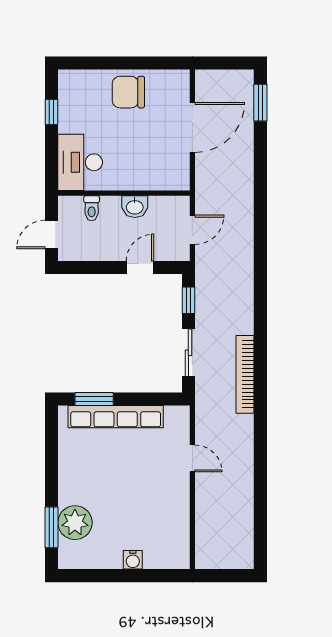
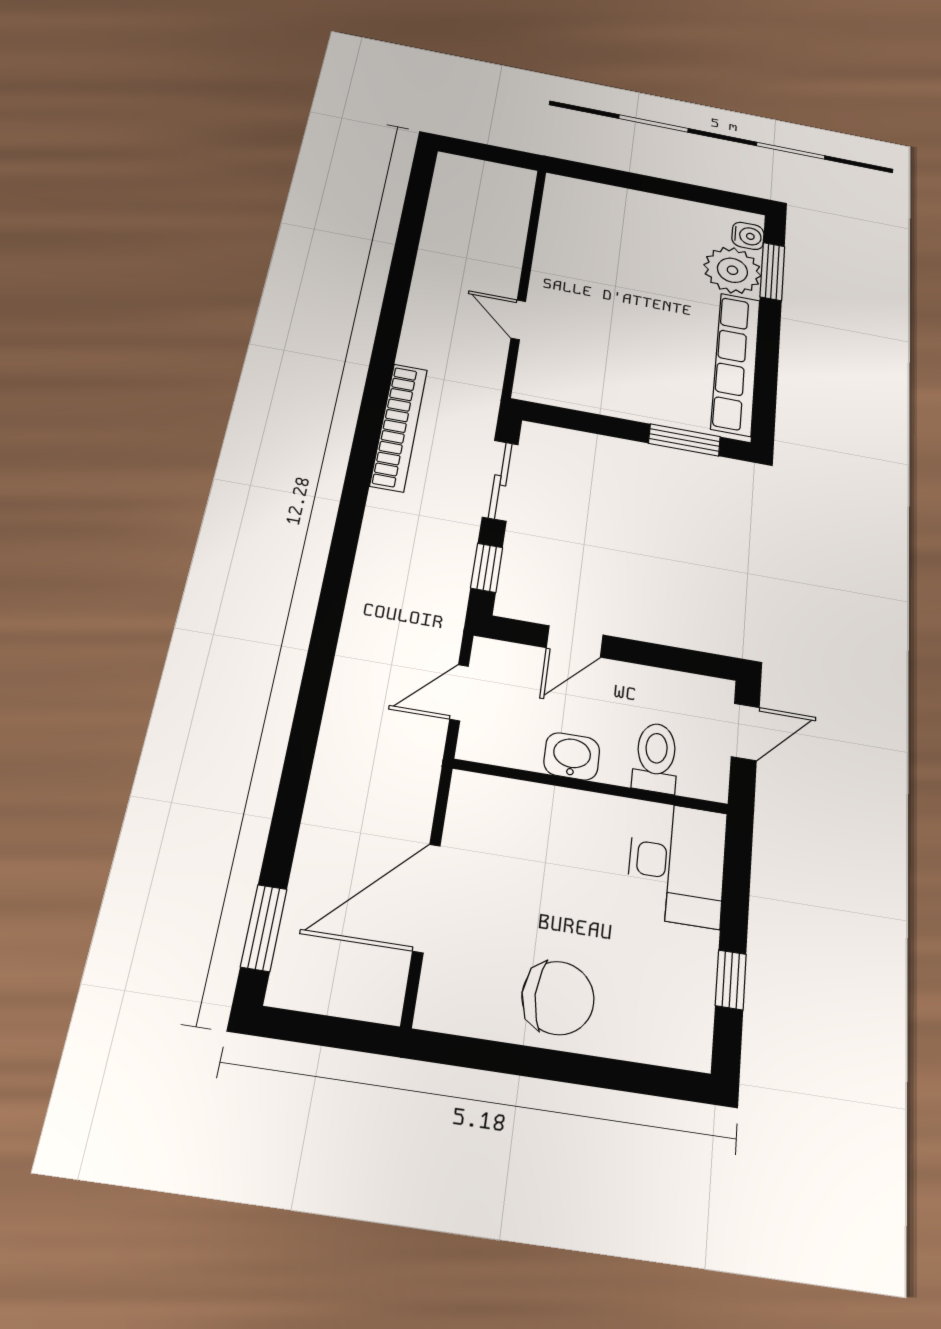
toilet: (92, 208) -> (656, 758), width x1.37, depth x1.39
row of seats: (116, 417) -> (736, 363), moved, turned -90
water cooler: (133, 560) -> (748, 236), moved, turned 90

